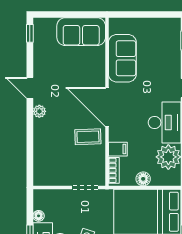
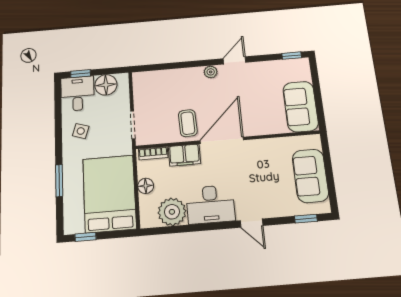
sofa: (122, 58) -> (310, 176), moved, turned 90
filing cabinet: (118, 149) -> (184, 155), width x2.00
floor lamp: (39, 216) -> (106, 85), width x1.89, depth x1.89

